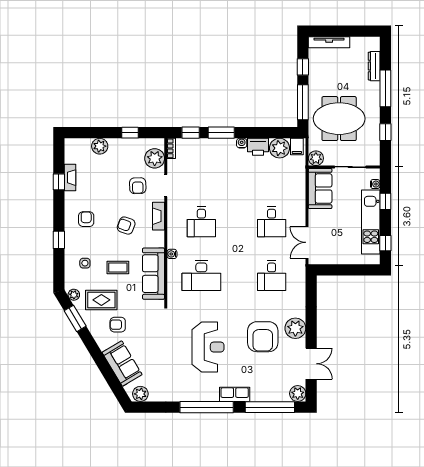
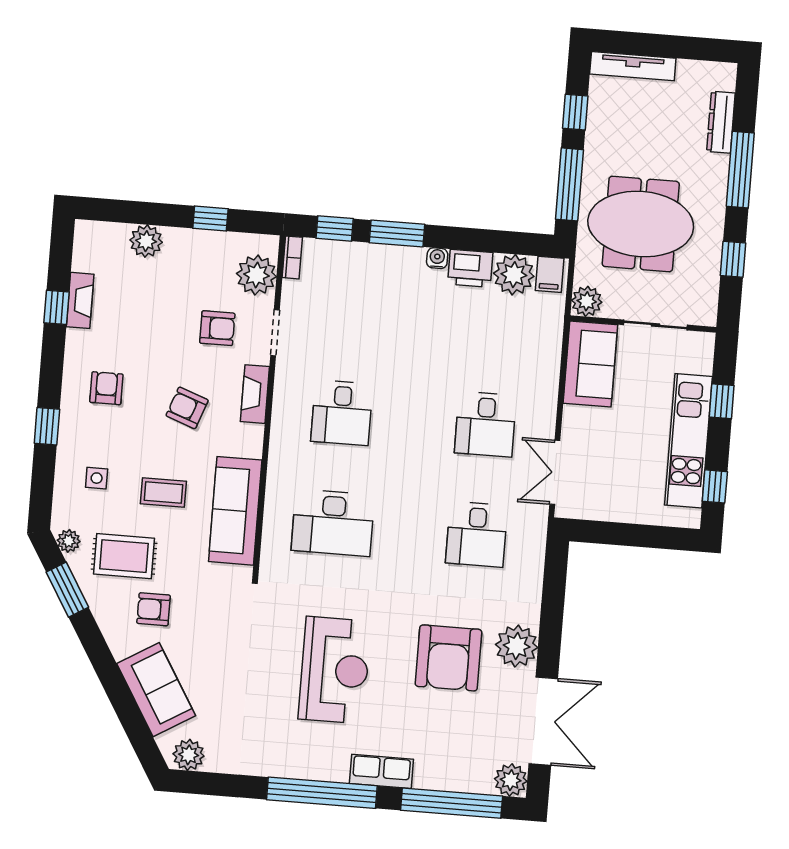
water cooler: (375, 184) -> (704, 364), removed
armchair: (138, 186) -> (217, 328), turned -88
water cooler: (172, 254) -> (276, 474), removed
double door: (311, 364) -> (543, 721), width x1.37

